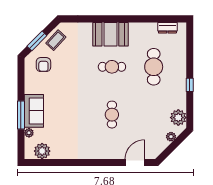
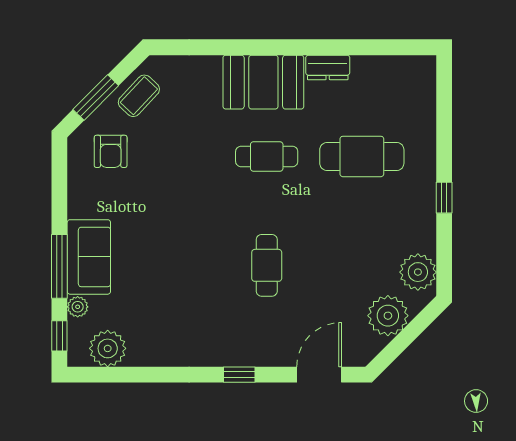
dresser: (167, 28) -> (328, 67), moved
cafe table: (154, 67) -> (362, 156), turned 90
plant: (171, 137) -> (388, 316), width x1.87, depth x1.87
window: (21, 146) -> (59, 336), added
window: (100, 163) -> (239, 375), added

